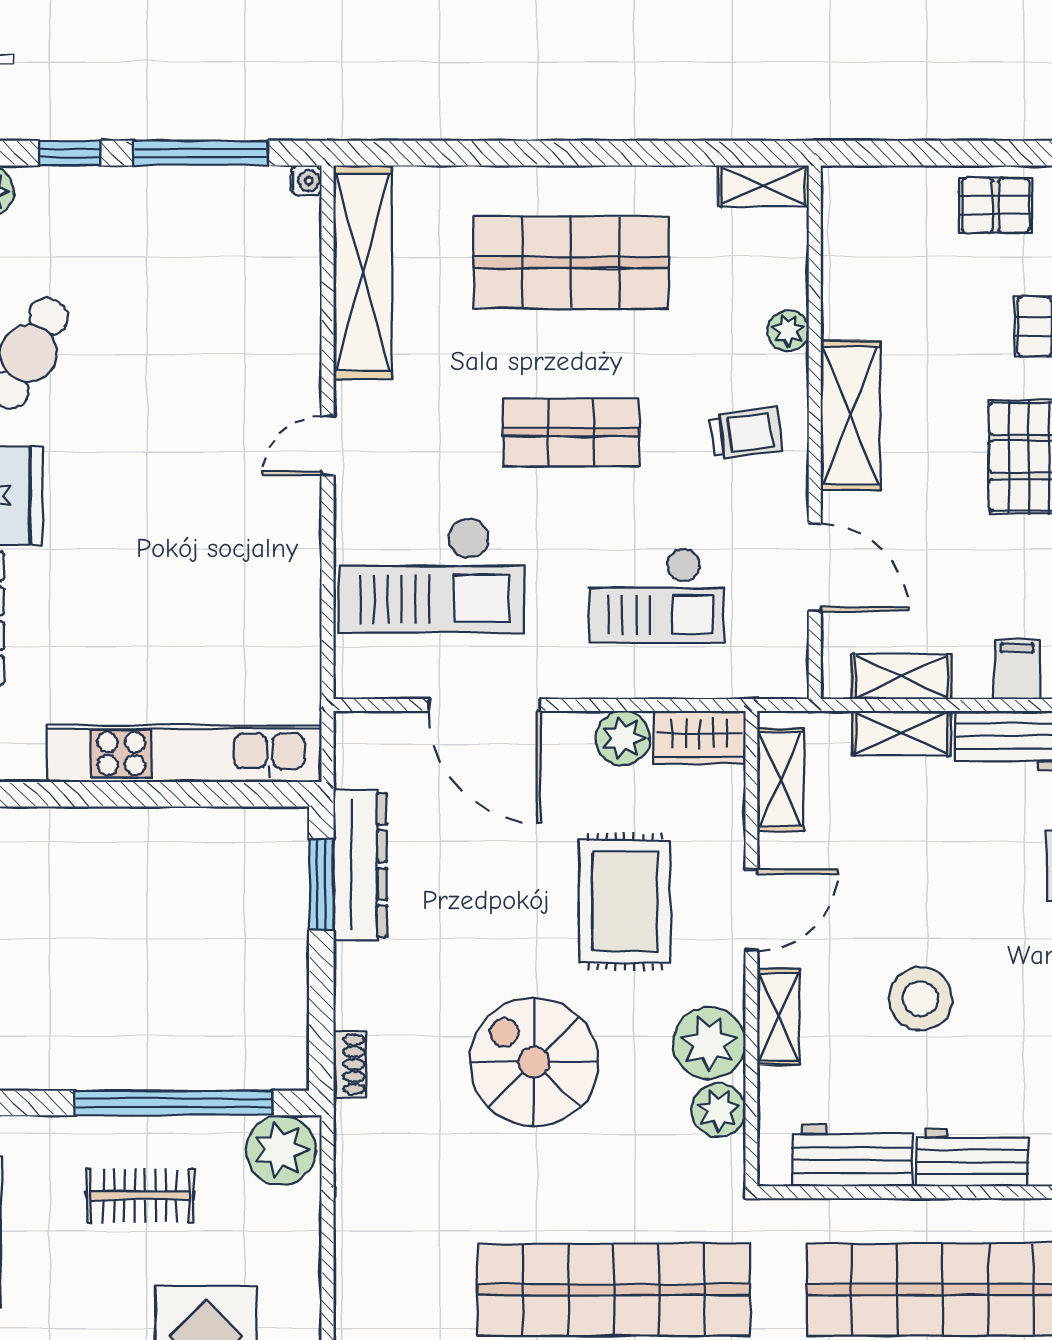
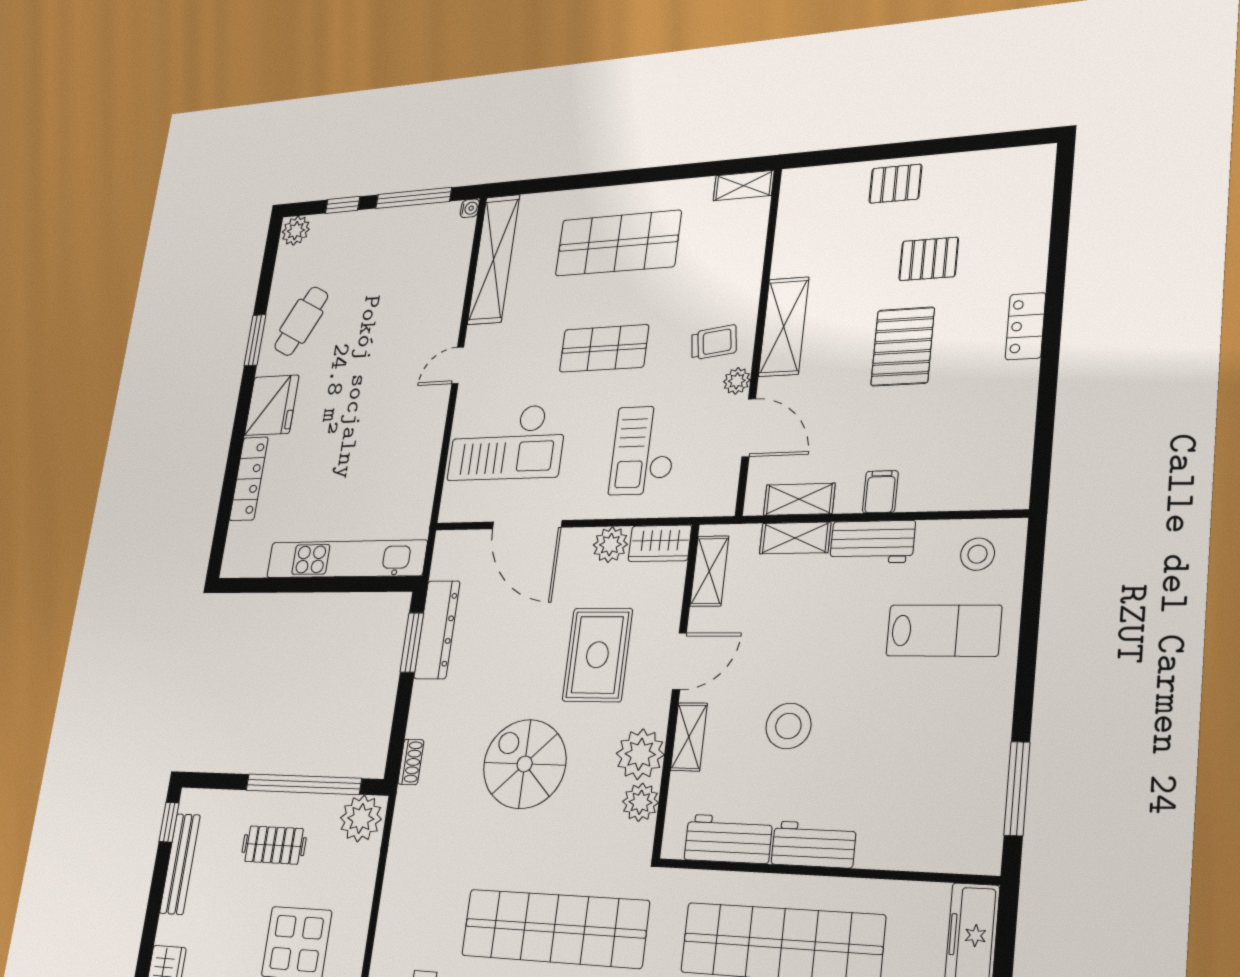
plant: (788, 331) -> (737, 381), moved
checkout: (656, 595) -> (644, 450), turned 90

